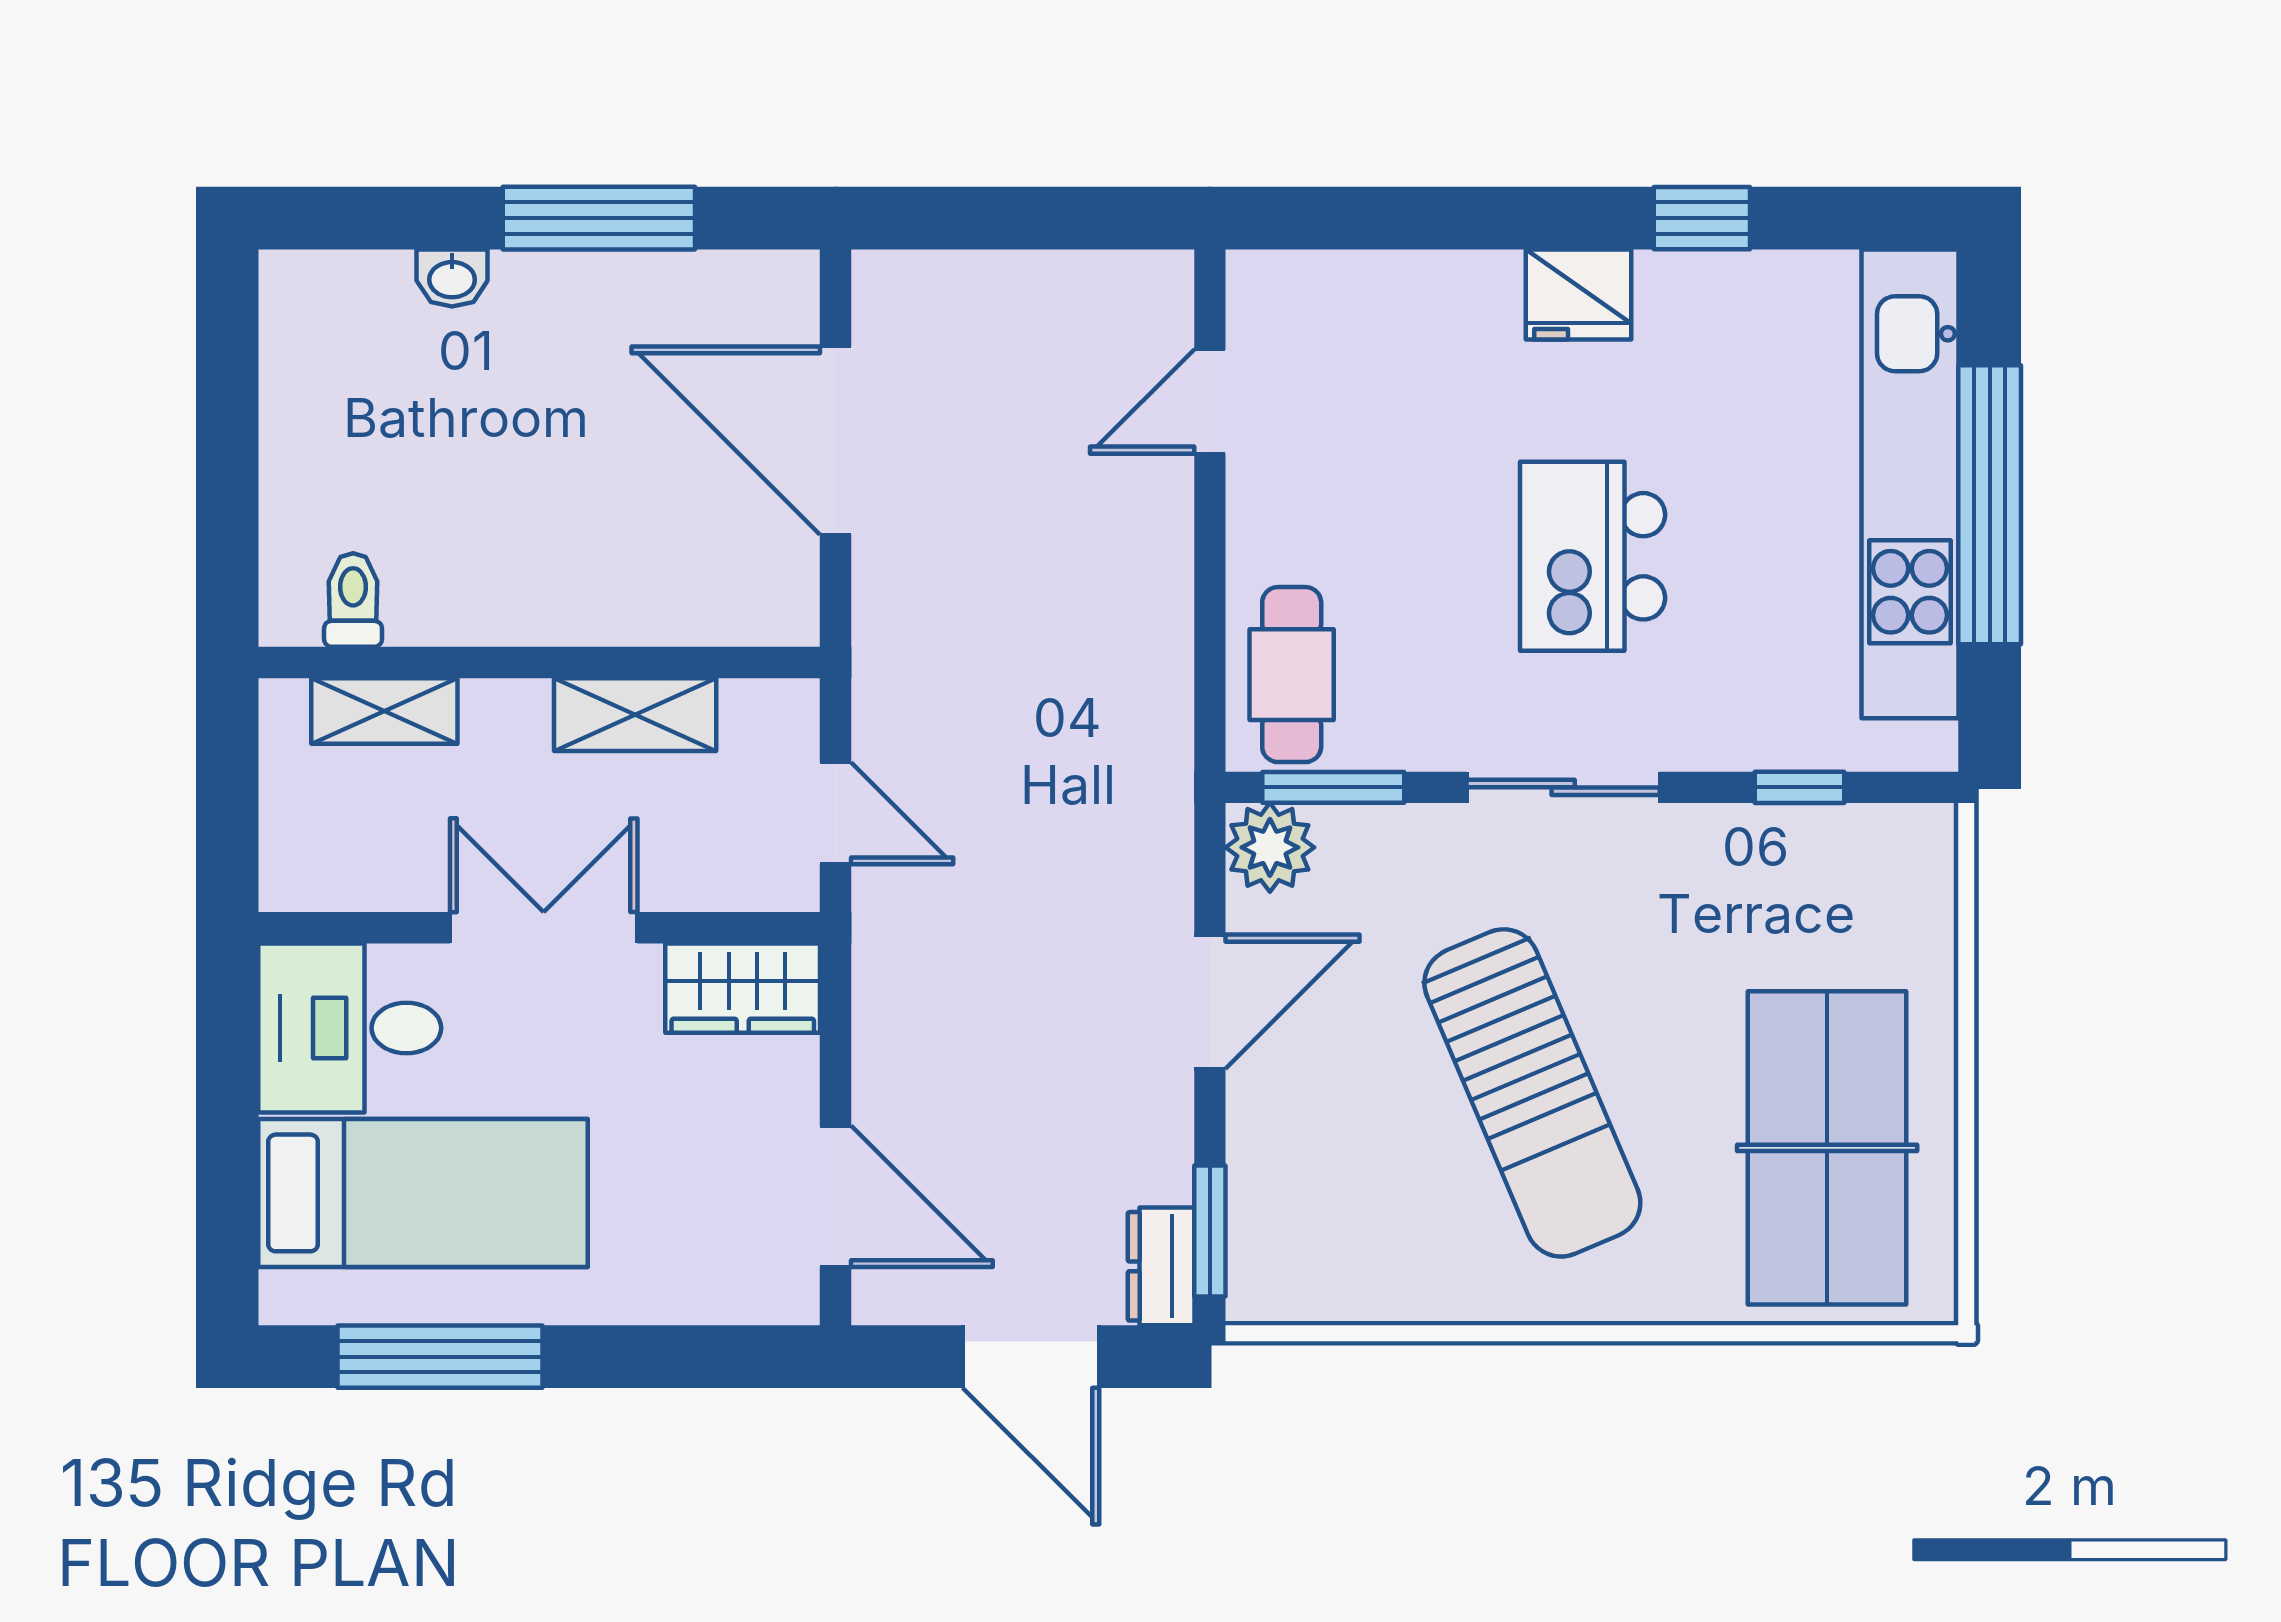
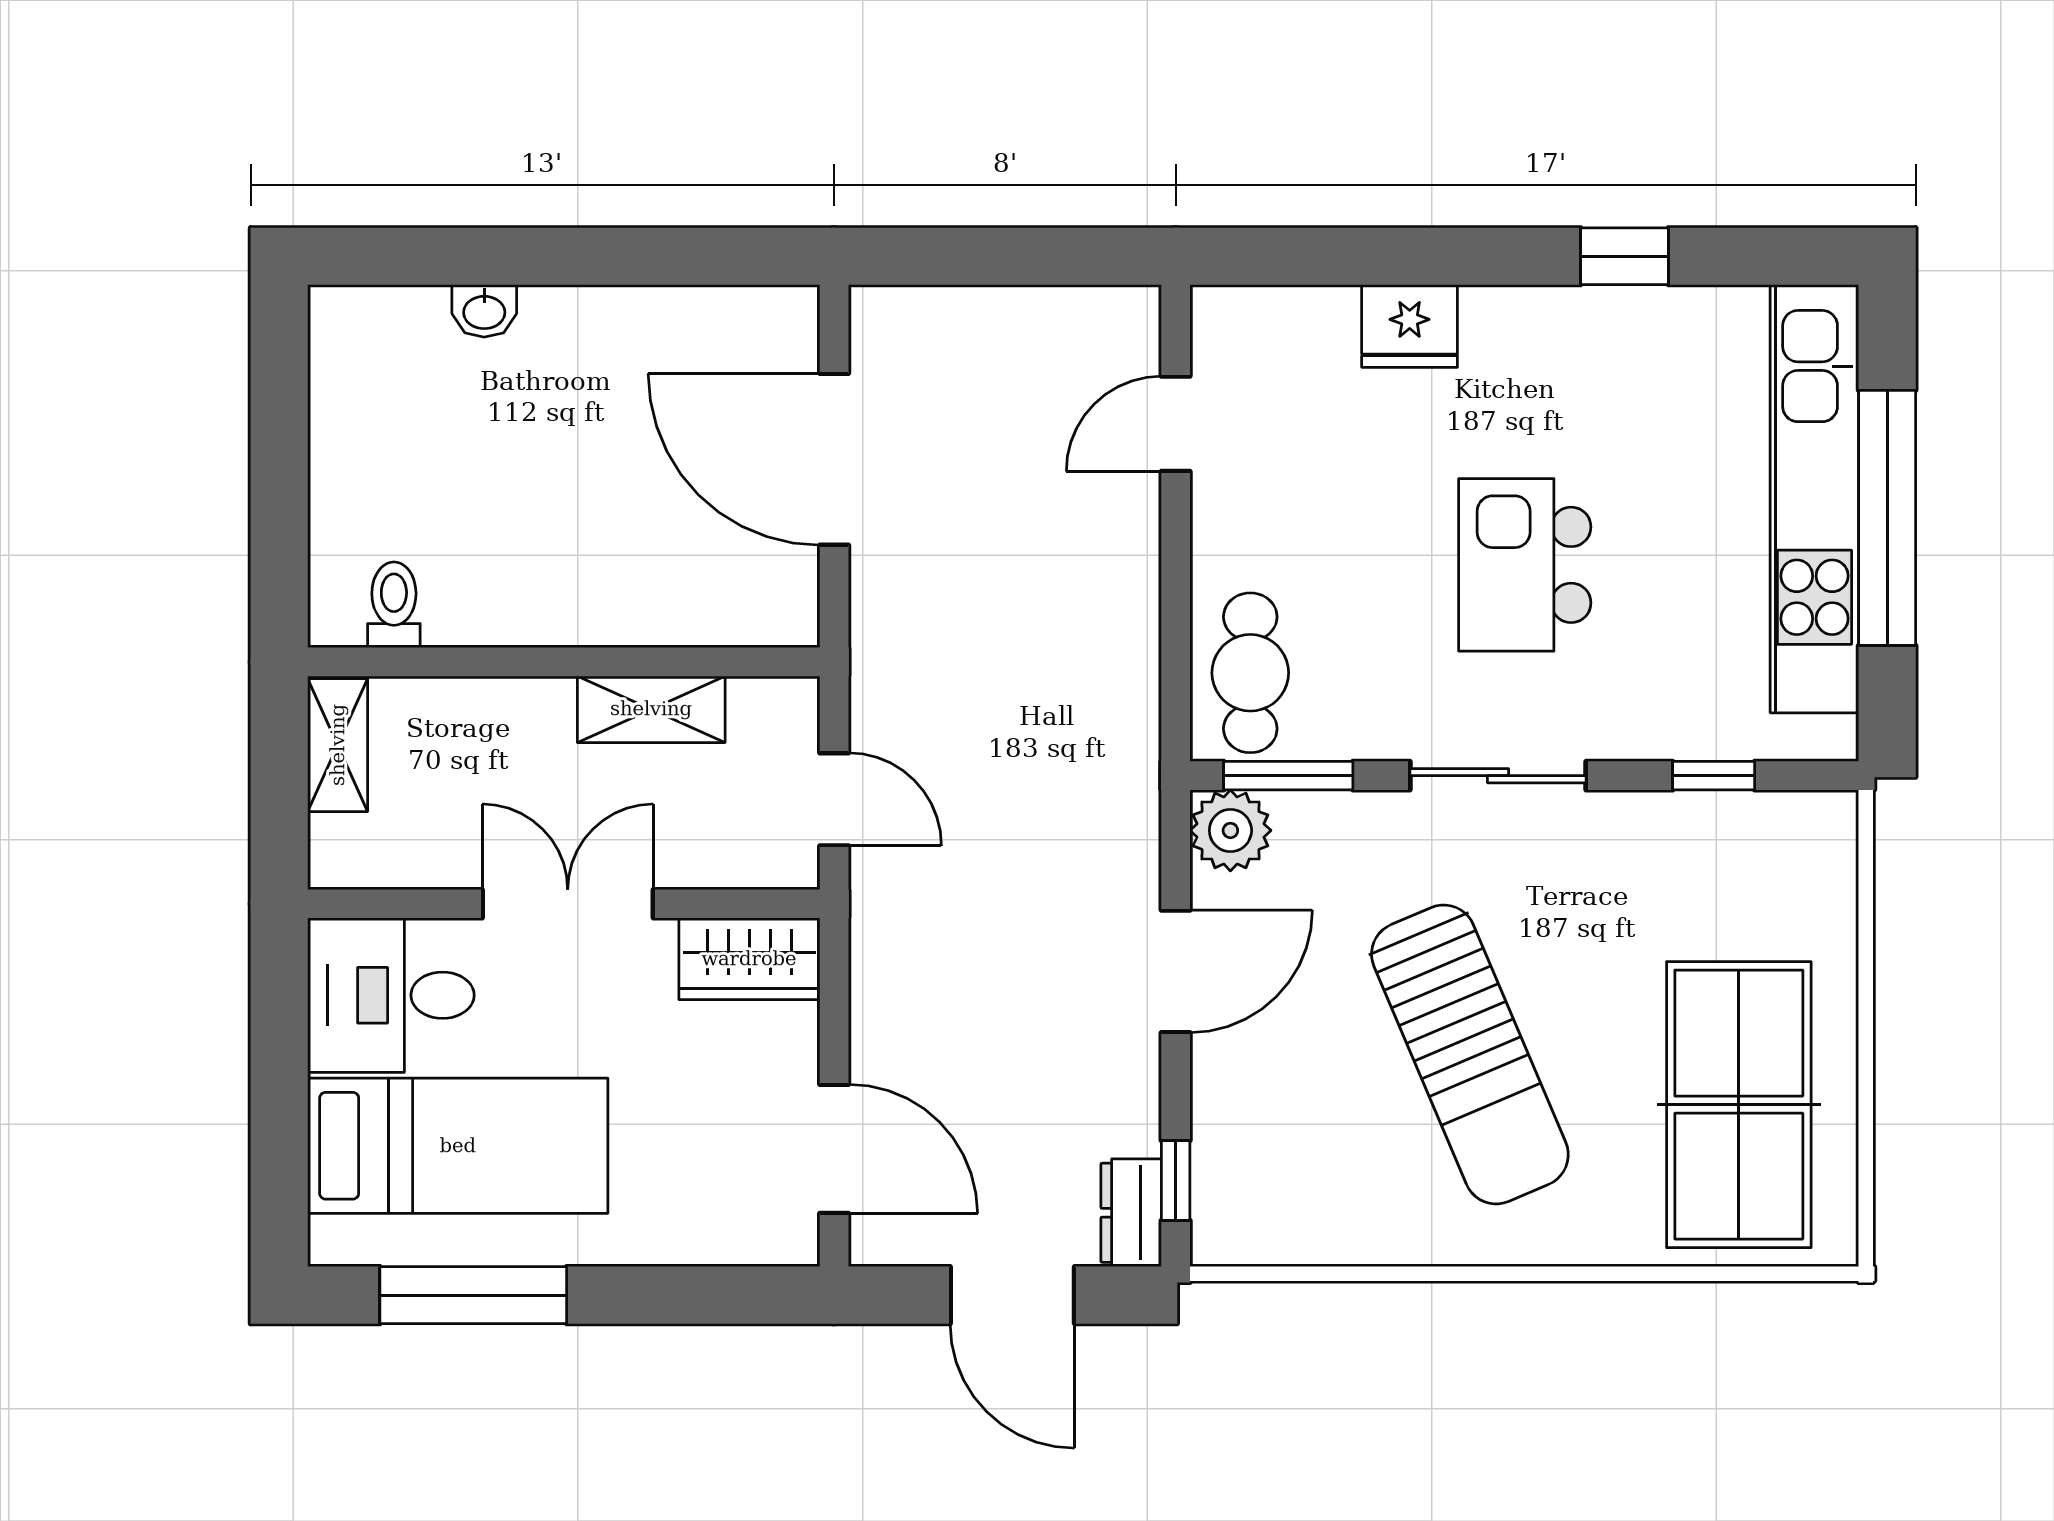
window: (599, 218) -> (618, 256), removed
fridge: (1578, 295) -> (1410, 326), moved
shelving: (384, 711) -> (338, 745), moved, turned 90
window: (1210, 1231) -> (1176, 1180), width x0.67

